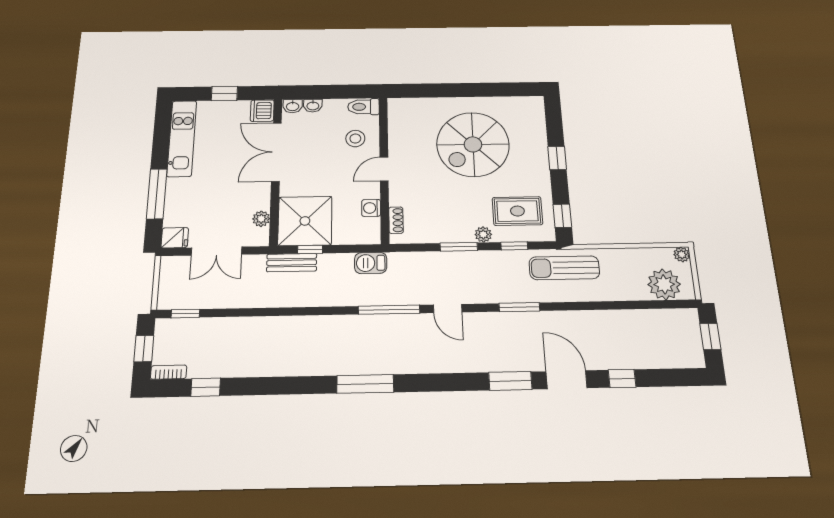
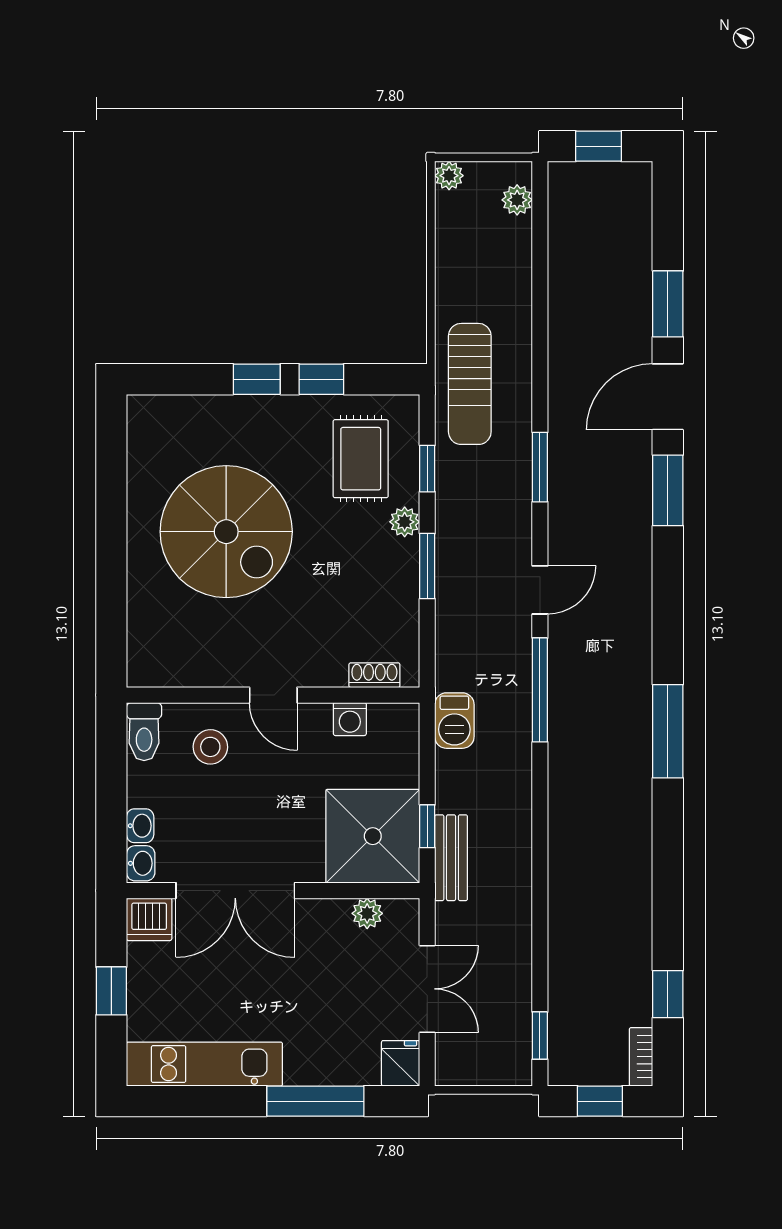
window: (562, 216) -> (321, 379), moved
plant: (664, 284) -> (517, 200), width x0.53, depth x0.53
window: (622, 379) -> (668, 304), width x1.50

